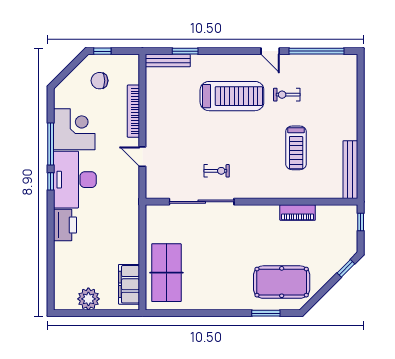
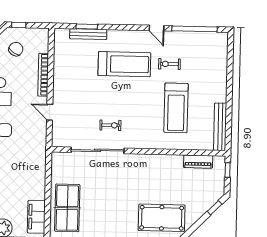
bench: (168, 61) -> (88, 34), moved
chair: (99, 81) -> (16, 49), turned 125
treadmill: (296, 148) -> (176, 108), width x1.37, depth x1.38
piano: (298, 213) -> (198, 162), moved

